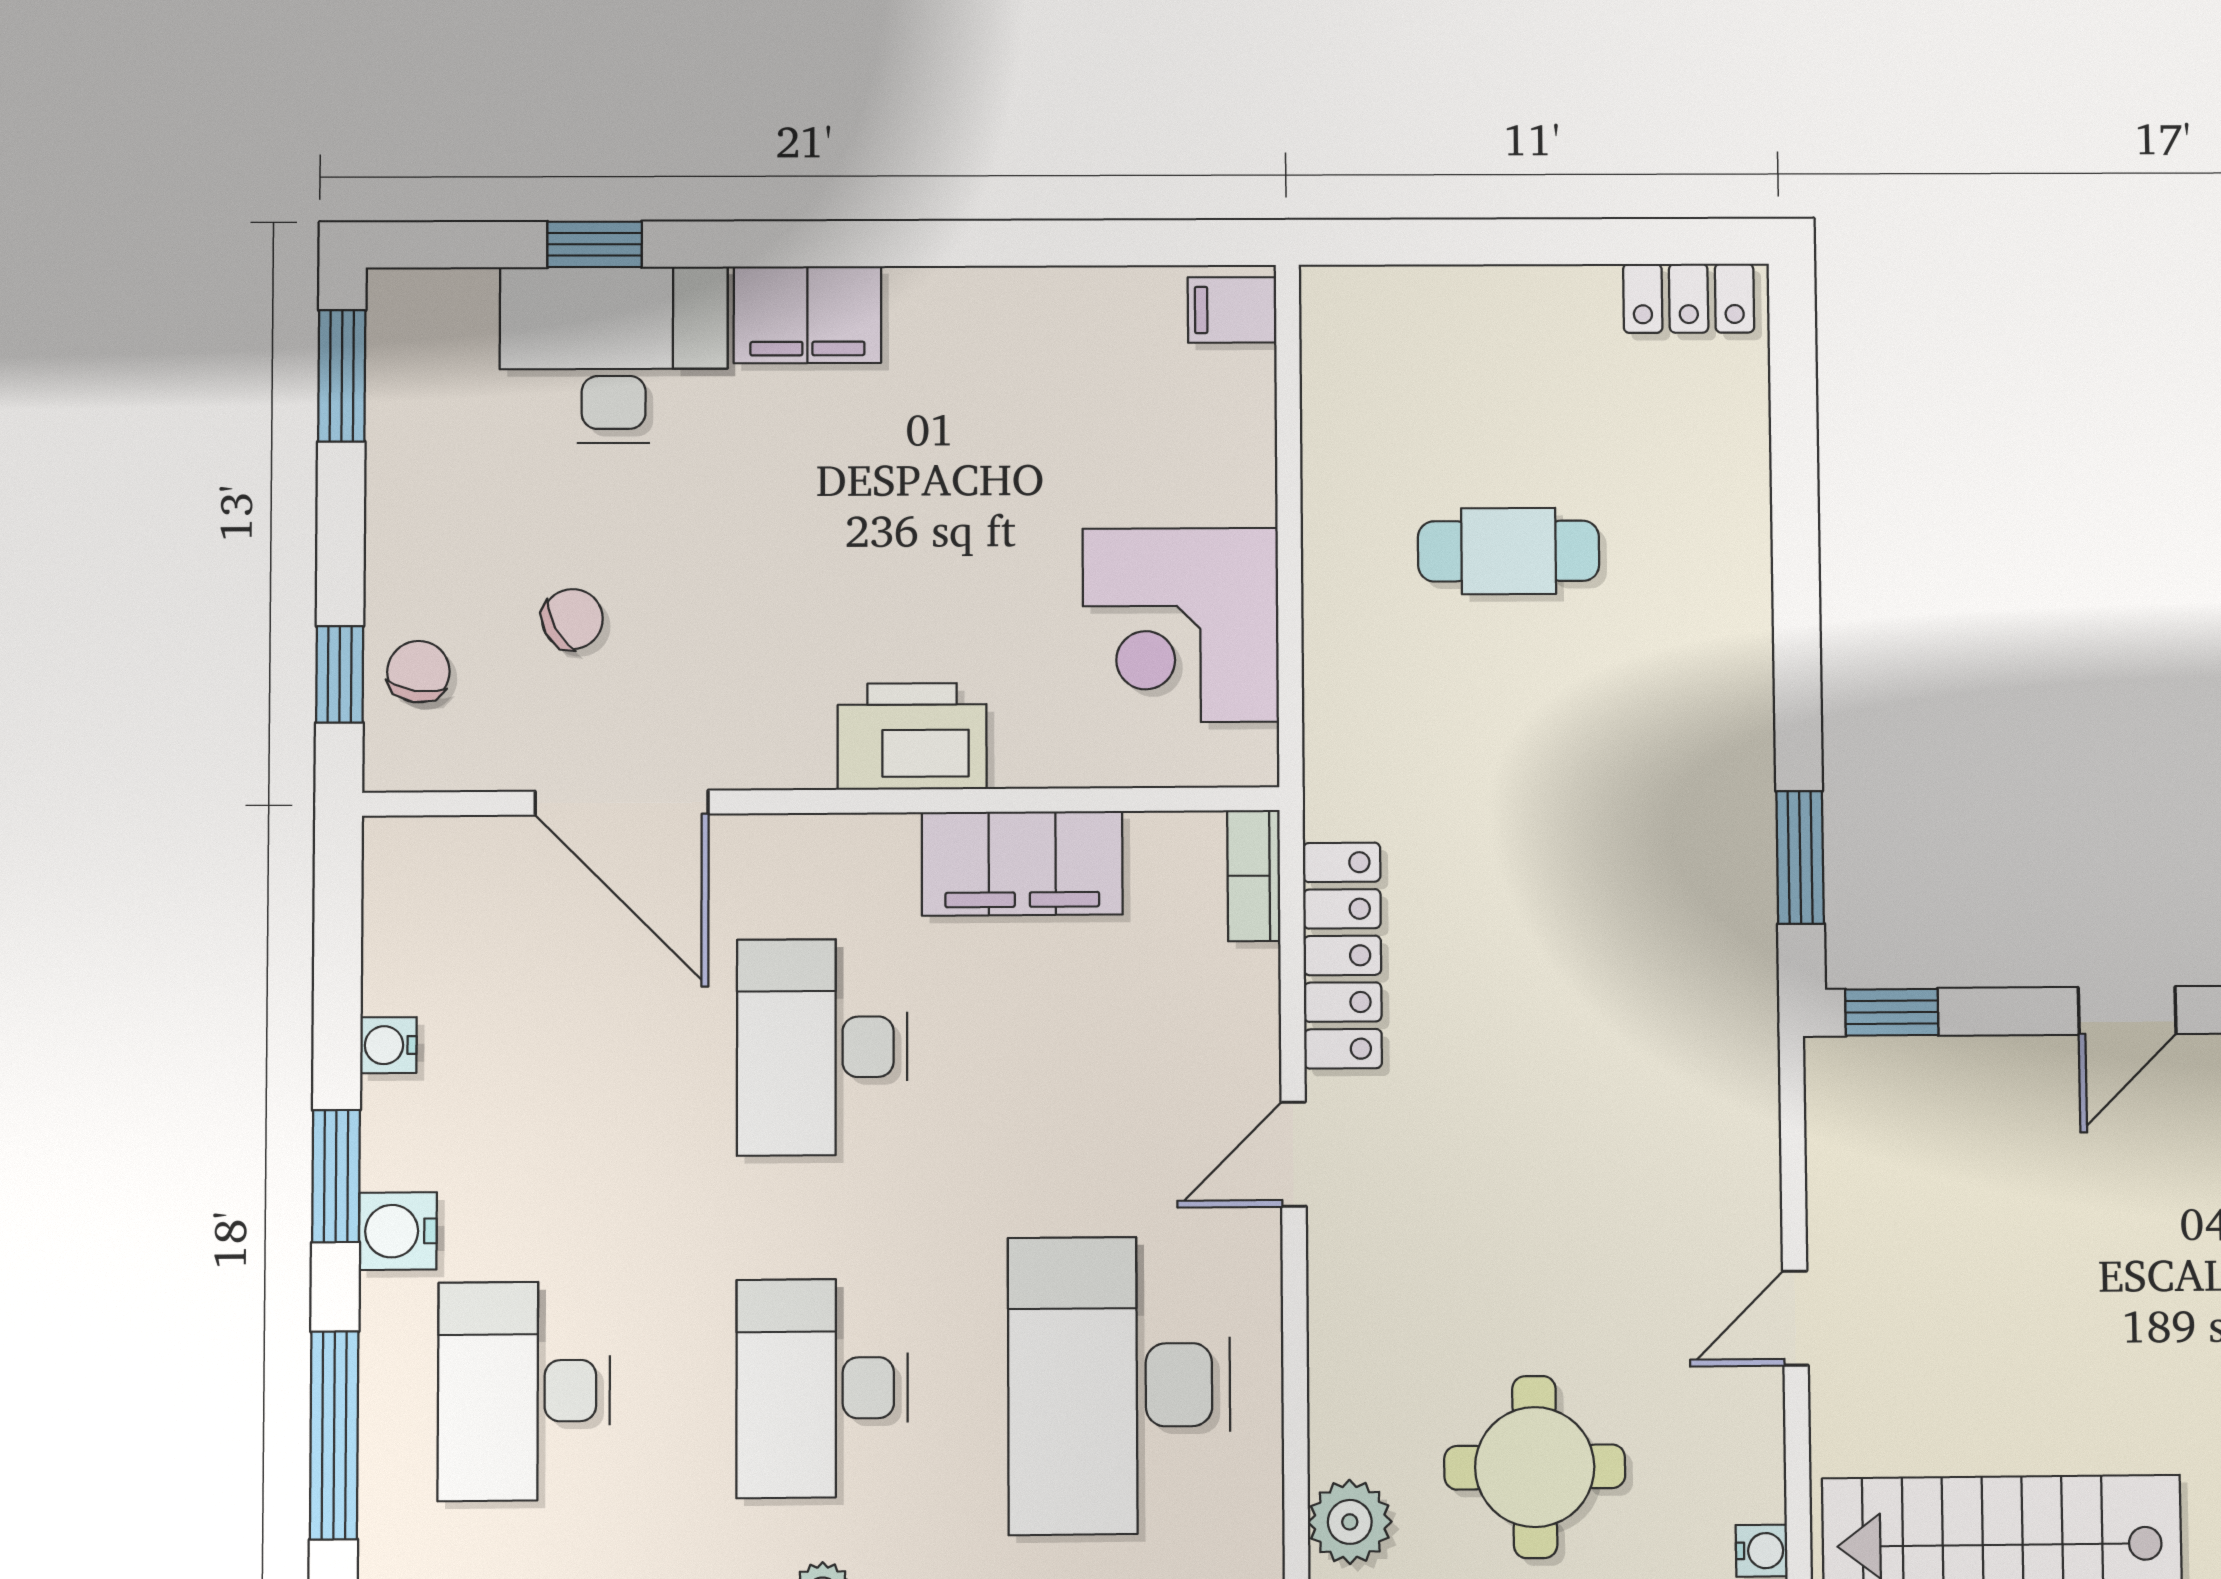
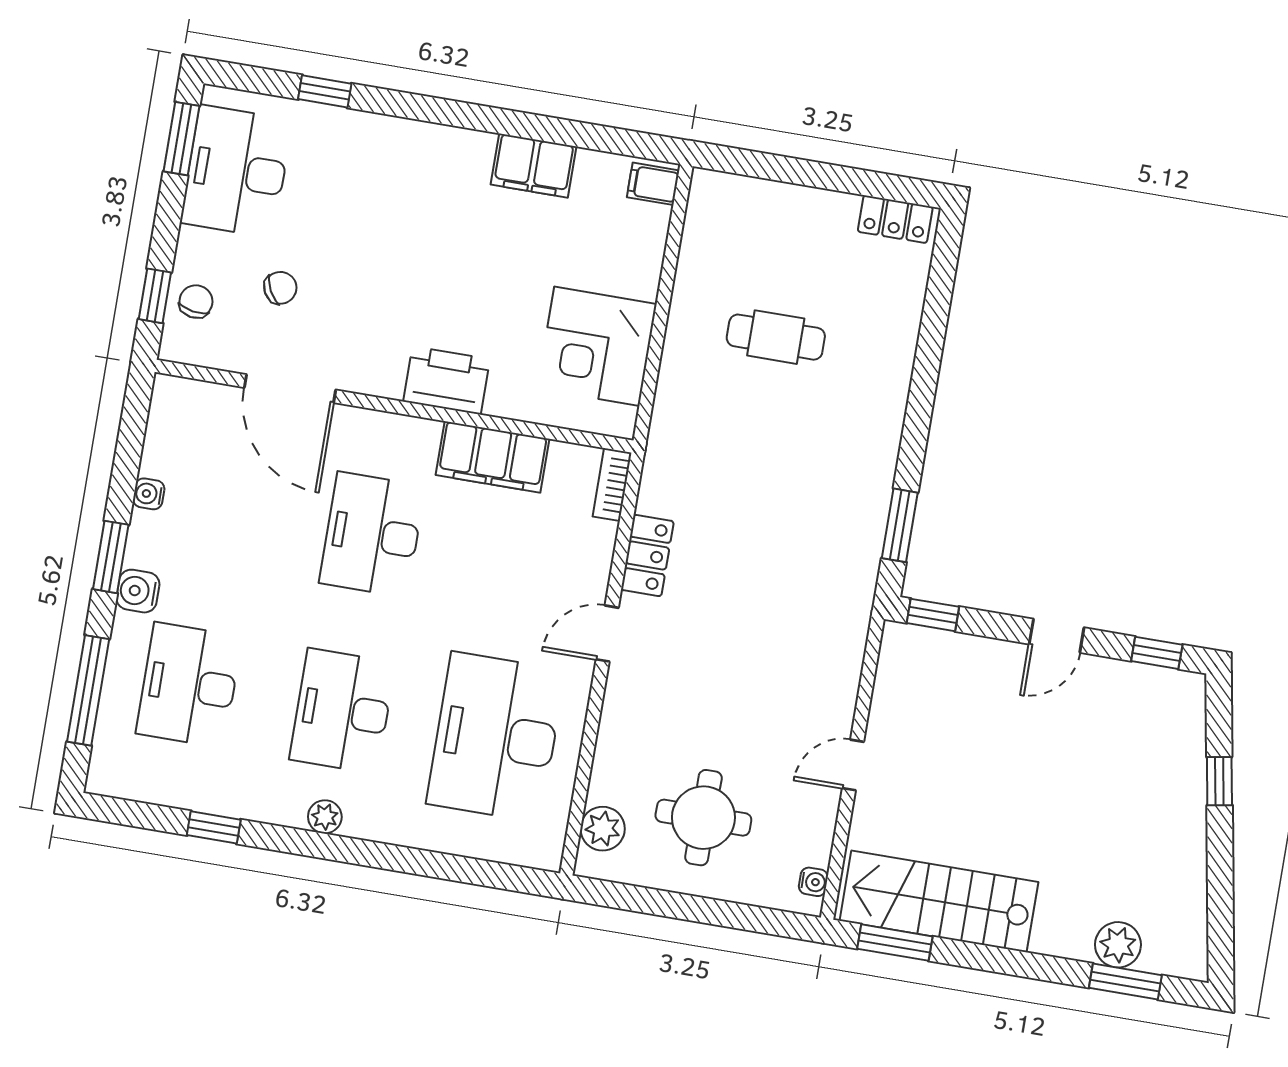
filing cabinet: (807, 315) -> (533, 166), moved
desk: (614, 355) -> (236, 171), moved, turned -90
locker: (1342, 955) -> (647, 555), width x0.66

